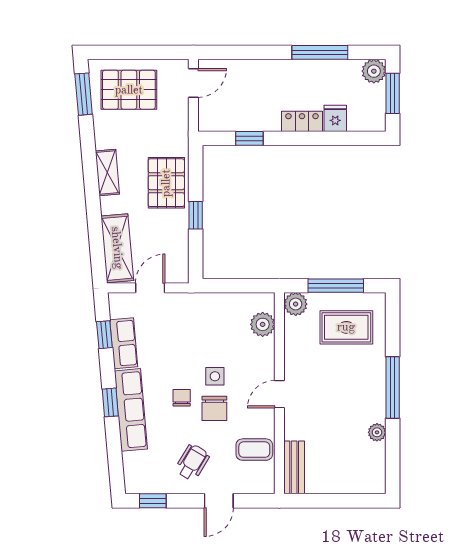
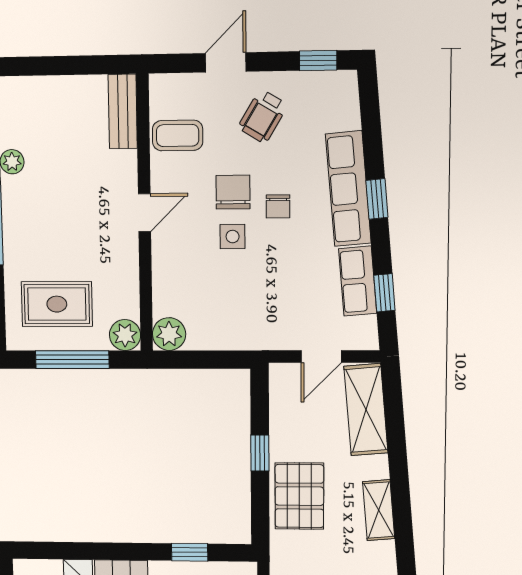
plant: (263, 324) -> (169, 334), moved

